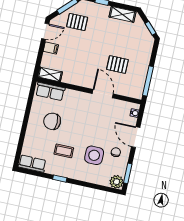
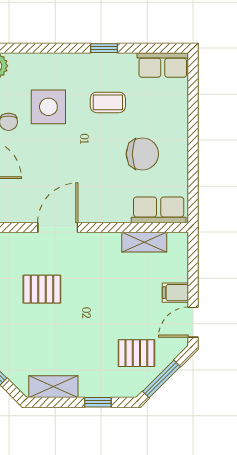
shelving: (50, 74) -> (144, 242), moved
door: (103, 94) -> (58, 227), swing flipped

